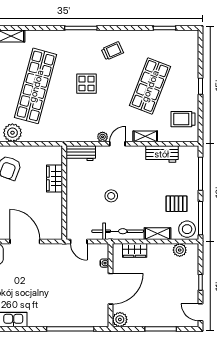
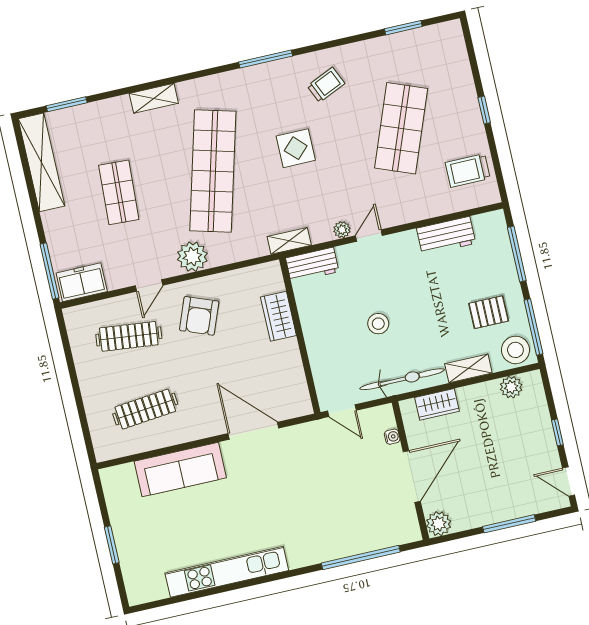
shelving: (145, 136) -> (289, 241), moved

